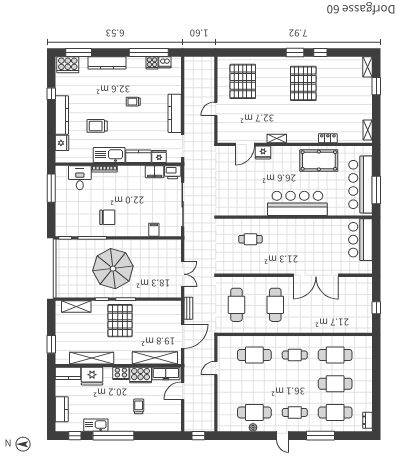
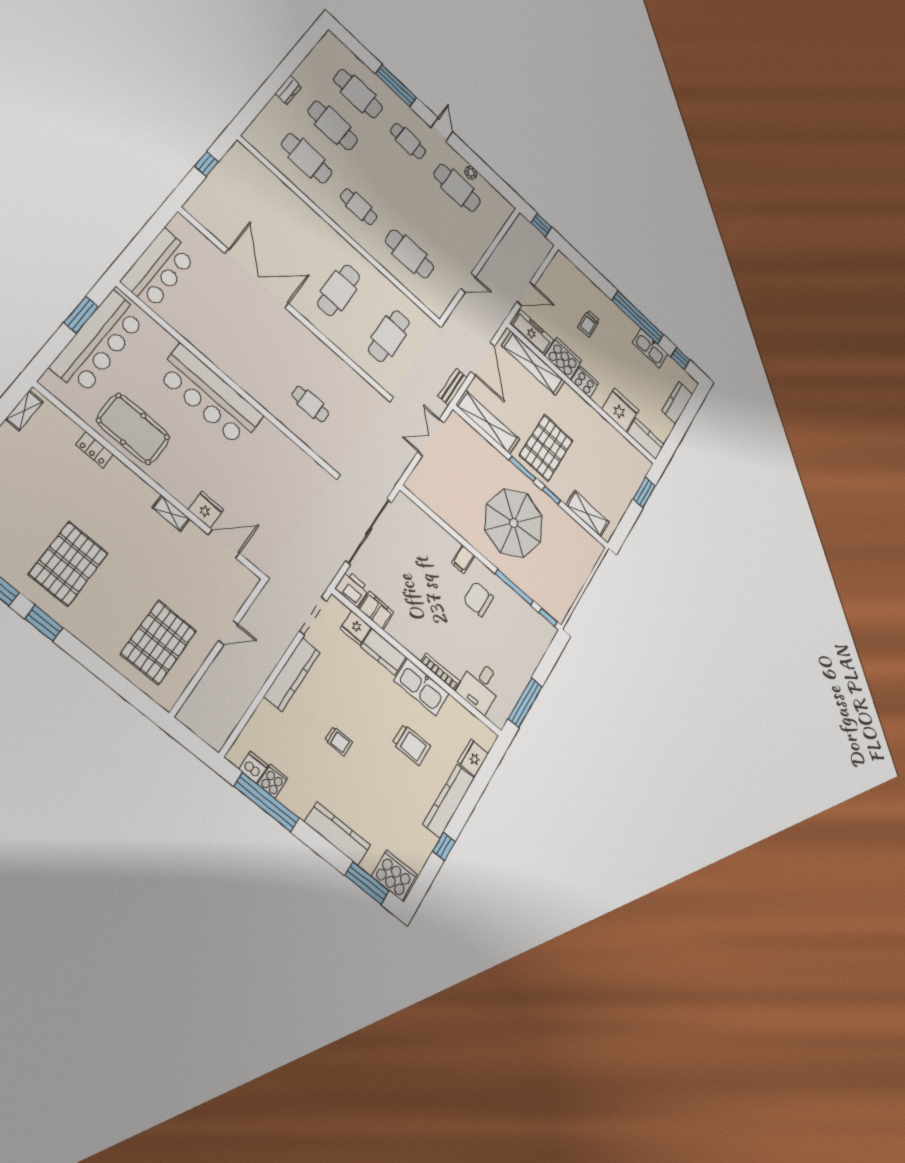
window: (376, 190) -> (81, 315), width x0.69
filing cabinet: (154, 230) -> (463, 559), moved
door: (183, 336) -> (483, 359), swing flipped
shelving: (92, 358) -> (488, 422), moved
dresser: (367, 420) -> (288, 90), moved

